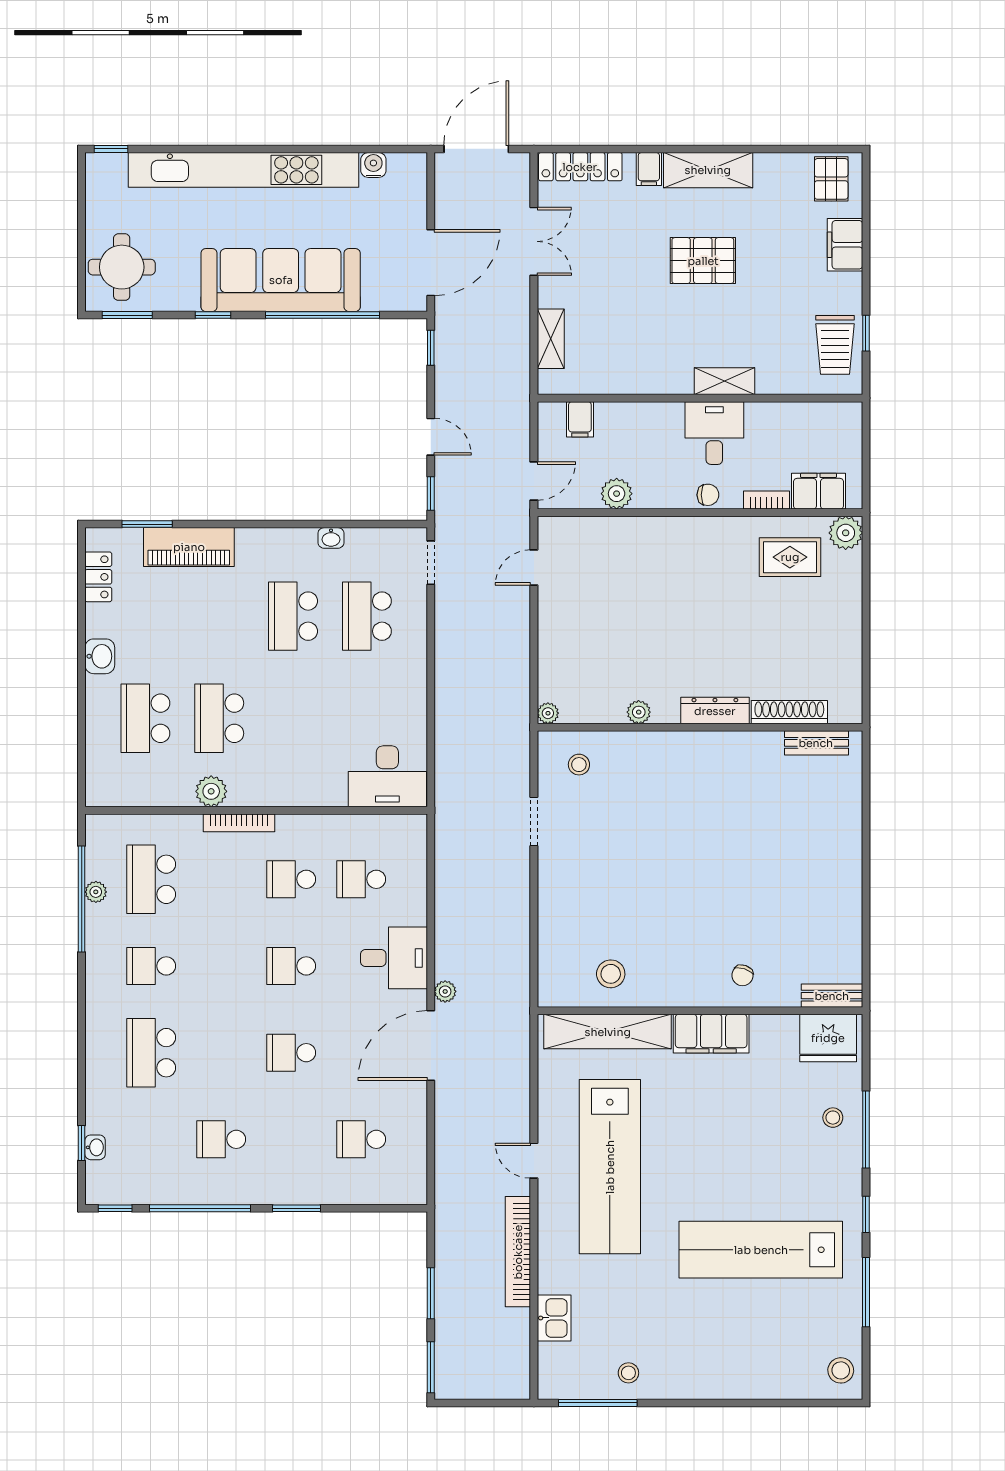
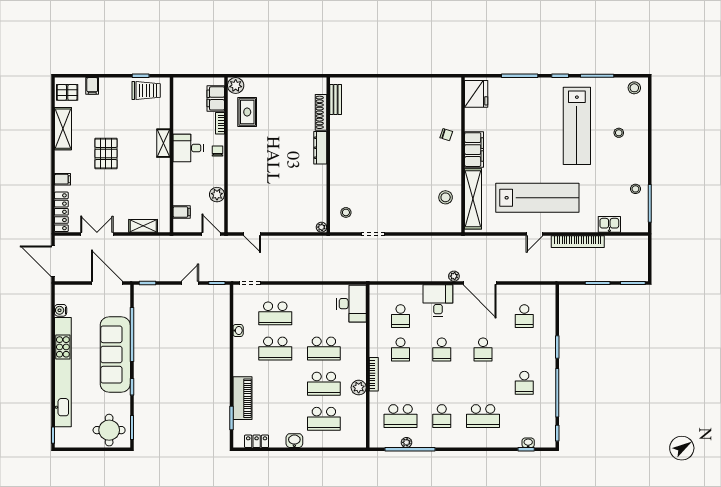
shelving: (708, 170) -> (63, 129), moved
filing cabinet: (845, 245) -> (92, 86), width x0.50
plant: (639, 712) -> (321, 184), removed
school desk: (293, 718) -> (324, 349), added
bench: (832, 996) -> (456, 92), removed
stool: (833, 1118) -> (619, 133), moved

